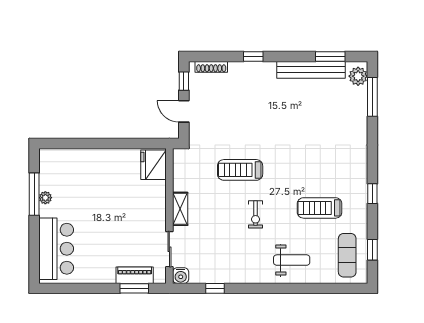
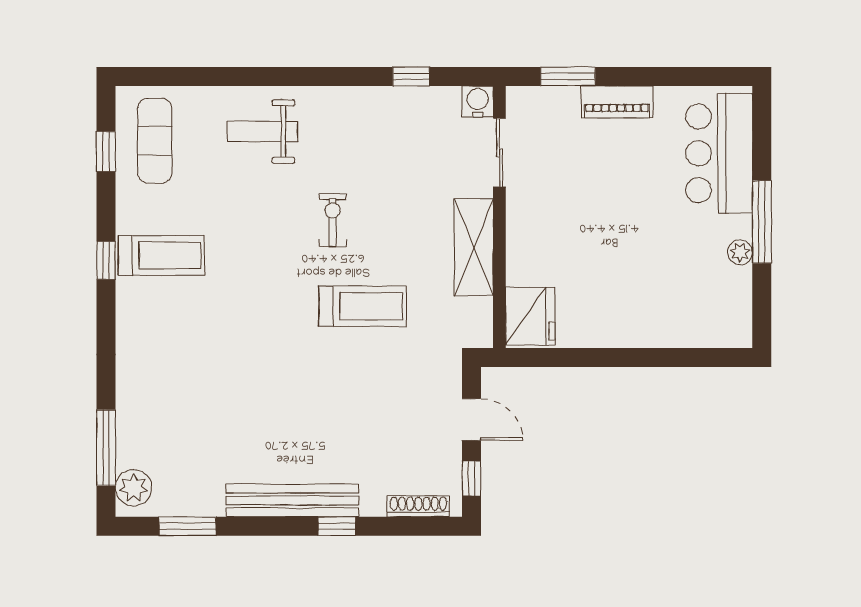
bench: (311, 70) -> (293, 500), moved
window: (34, 194) -> (762, 222), moved
treadmill: (320, 208) -> (161, 255), moved
shelving: (180, 209) -> (474, 247), width x1.50, depth x1.33
piano: (135, 275) -> (617, 102), moved

